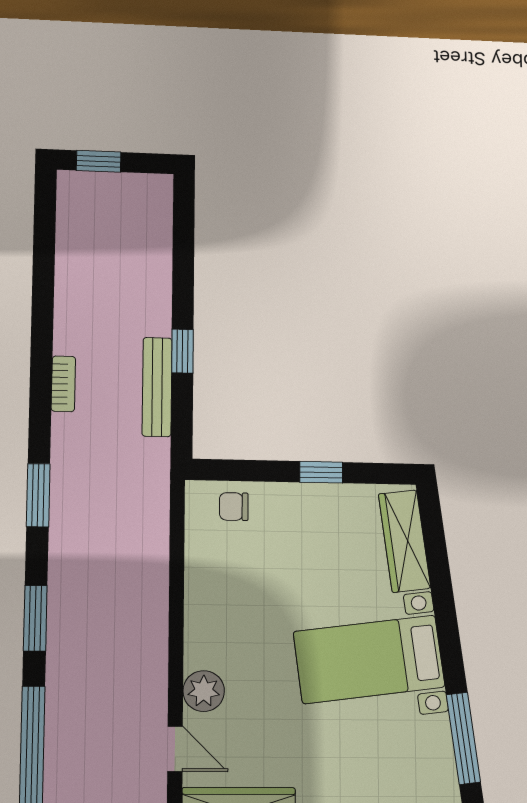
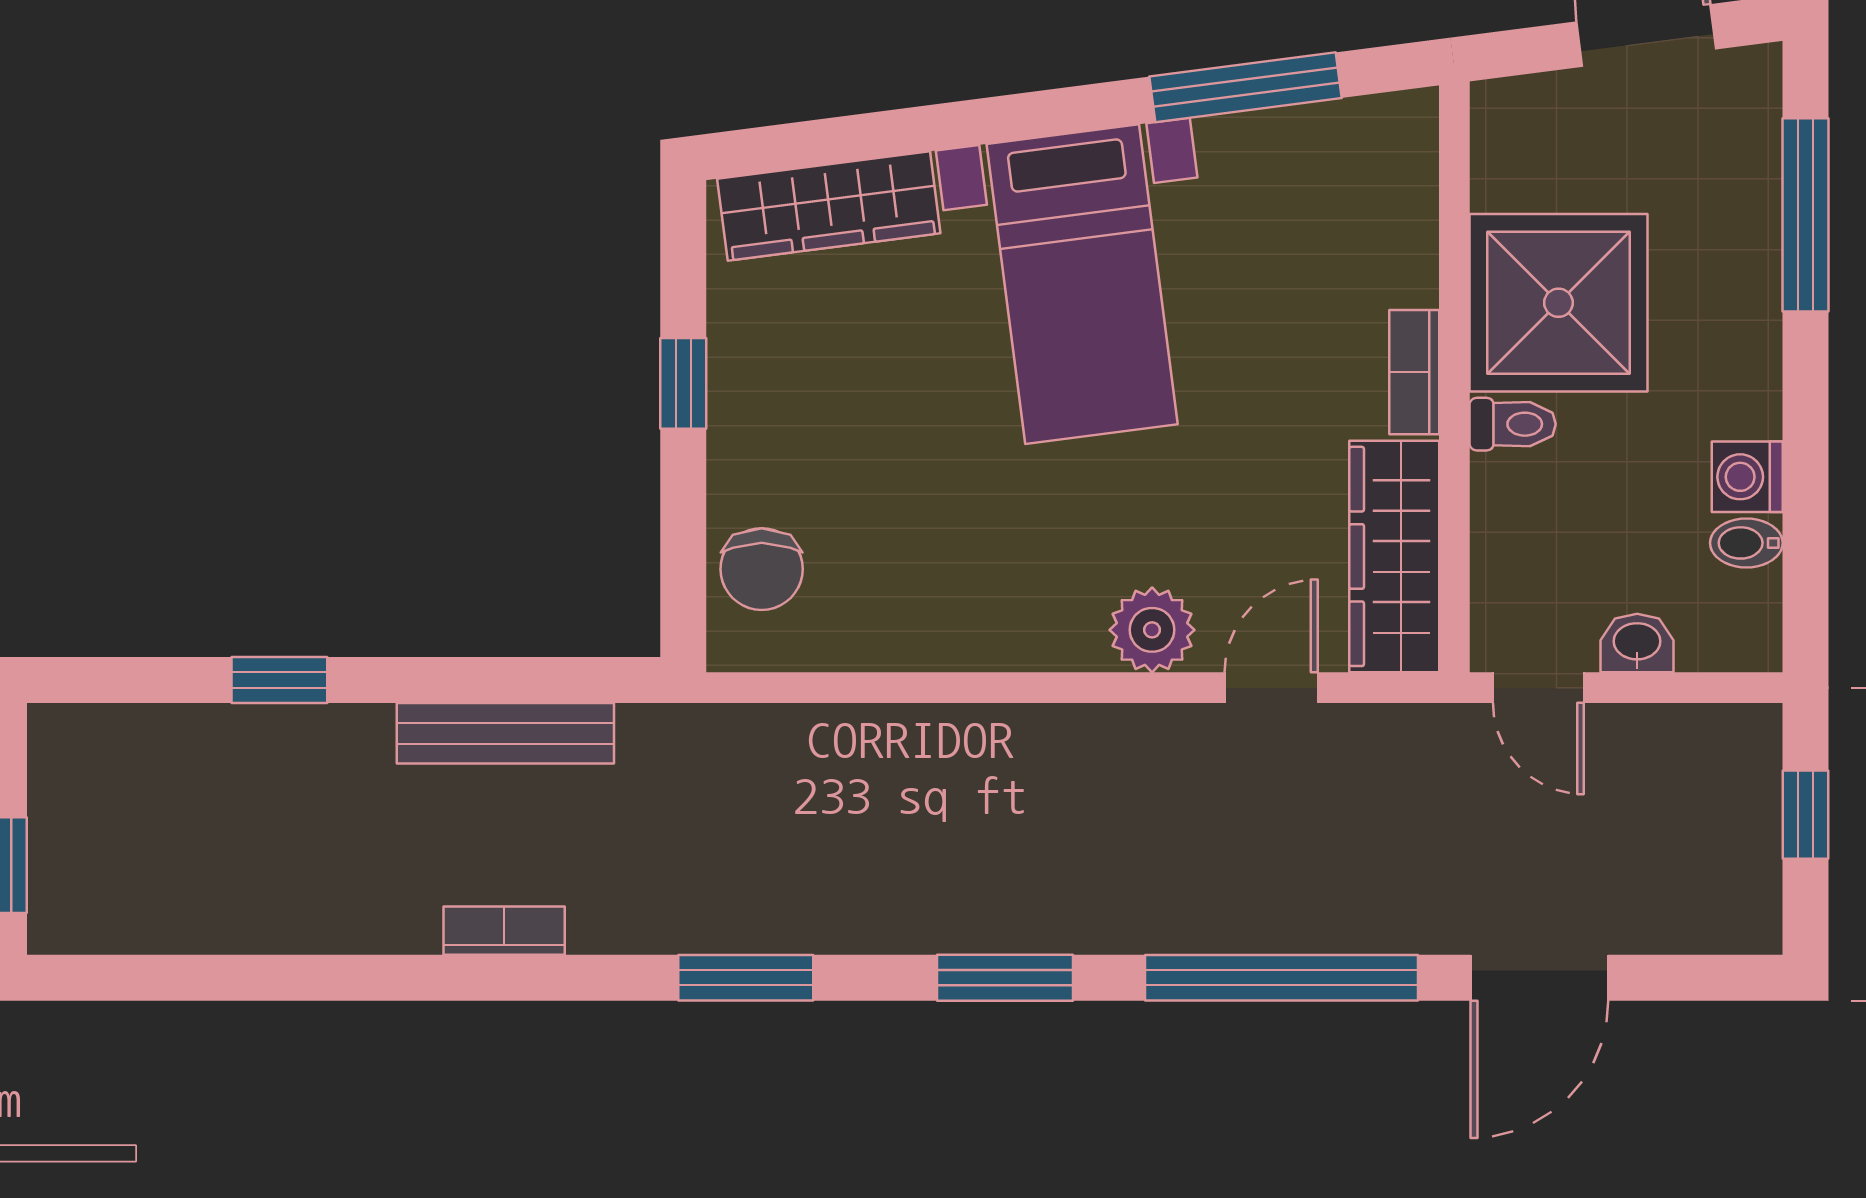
window: (182, 351) -> (279, 680), moved
chair: (234, 507) -> (762, 569), width x1.37, depth x1.37

